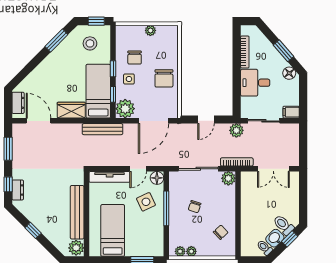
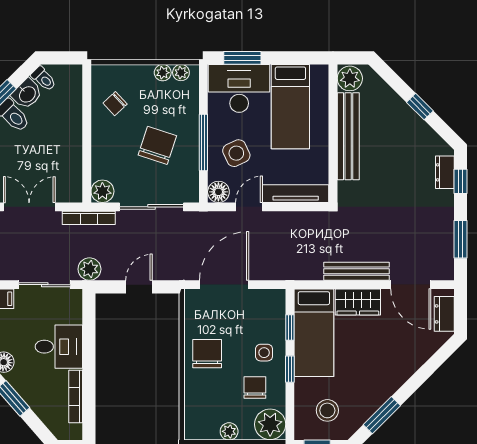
plant: (125, 109) -> (270, 424), moved
bench: (103, 129) -> (357, 271), moved
chair: (195, 207) -> (157, 145), width x1.87, depth x1.87
desk: (144, 242) -> (239, 88), added

